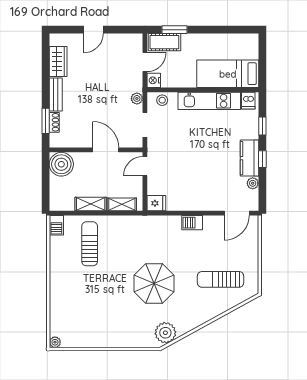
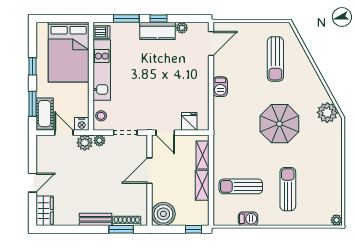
door: (93, 30) -> (32, 183), hinge flipped
window: (213, 30) -> (32, 66), added
wardrobe: (58, 61) -> (45, 211), moved, turned 90
bed: (228, 74) -> (69, 52), width x1.50
plant: (135, 83) -> (85, 143), added
shoe rack: (54, 122) -> (127, 221), width x1.43
window: (262, 126) -> (126, 18), width x1.50
window: (46, 195) -> (194, 229), added
fridge: (156, 203) -> (189, 121), moved
door: (237, 213) -> (211, 43), hinge flipped
barbecue: (56, 225) -> (248, 219), moved
sun lounger: (87, 292) -> (288, 189), added

